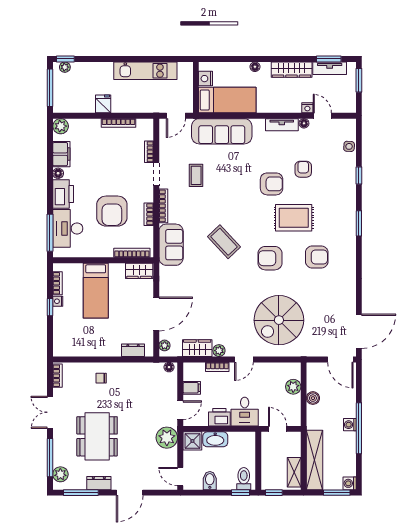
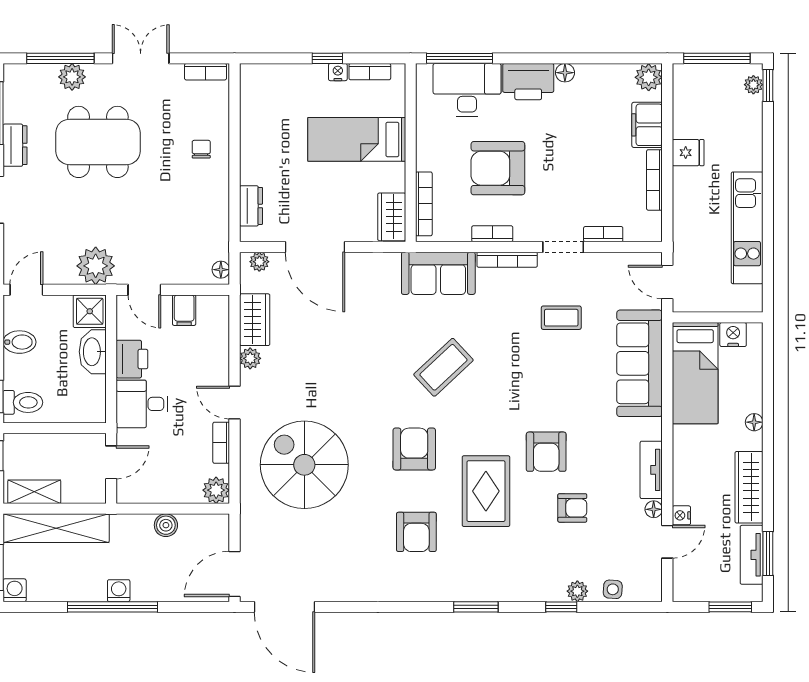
filing cabinet: (61, 154) -> (647, 125), moved, turned 90
plant: (350, 166) -> (577, 591), added
bookcase: (217, 367) -> (221, 443), moved
plant: (293, 387) -> (216, 490), moved
plant: (60, 474) -> (72, 77), moved

